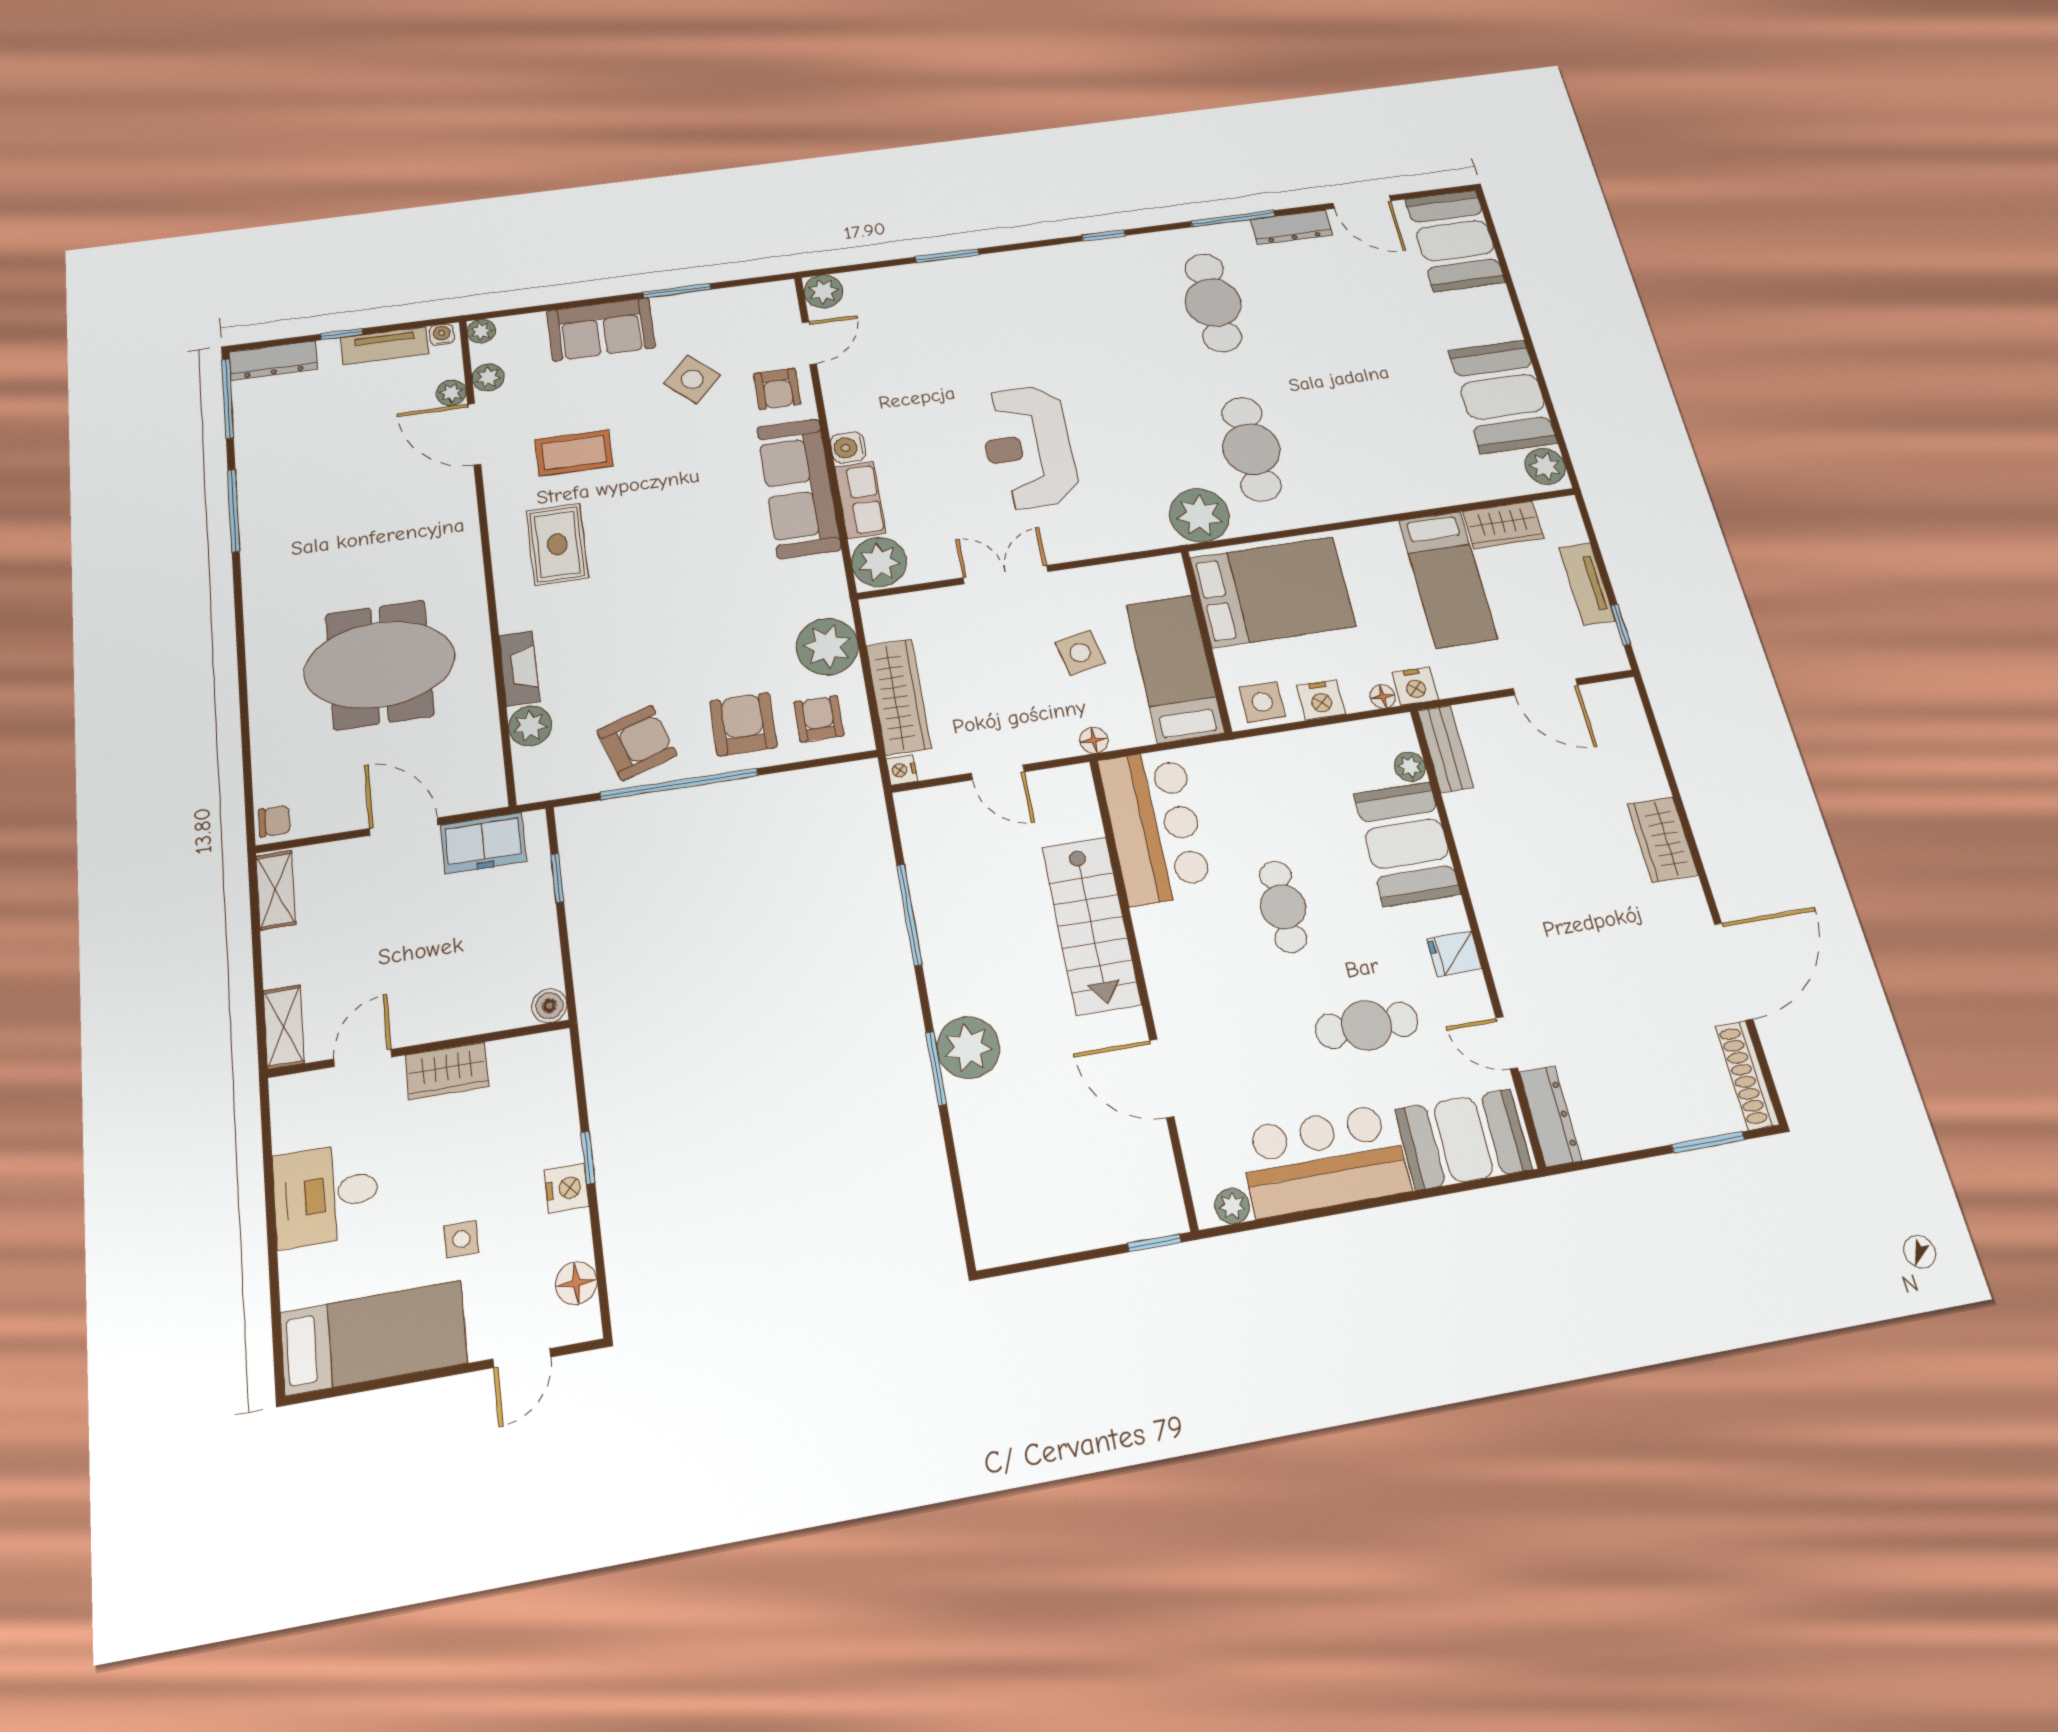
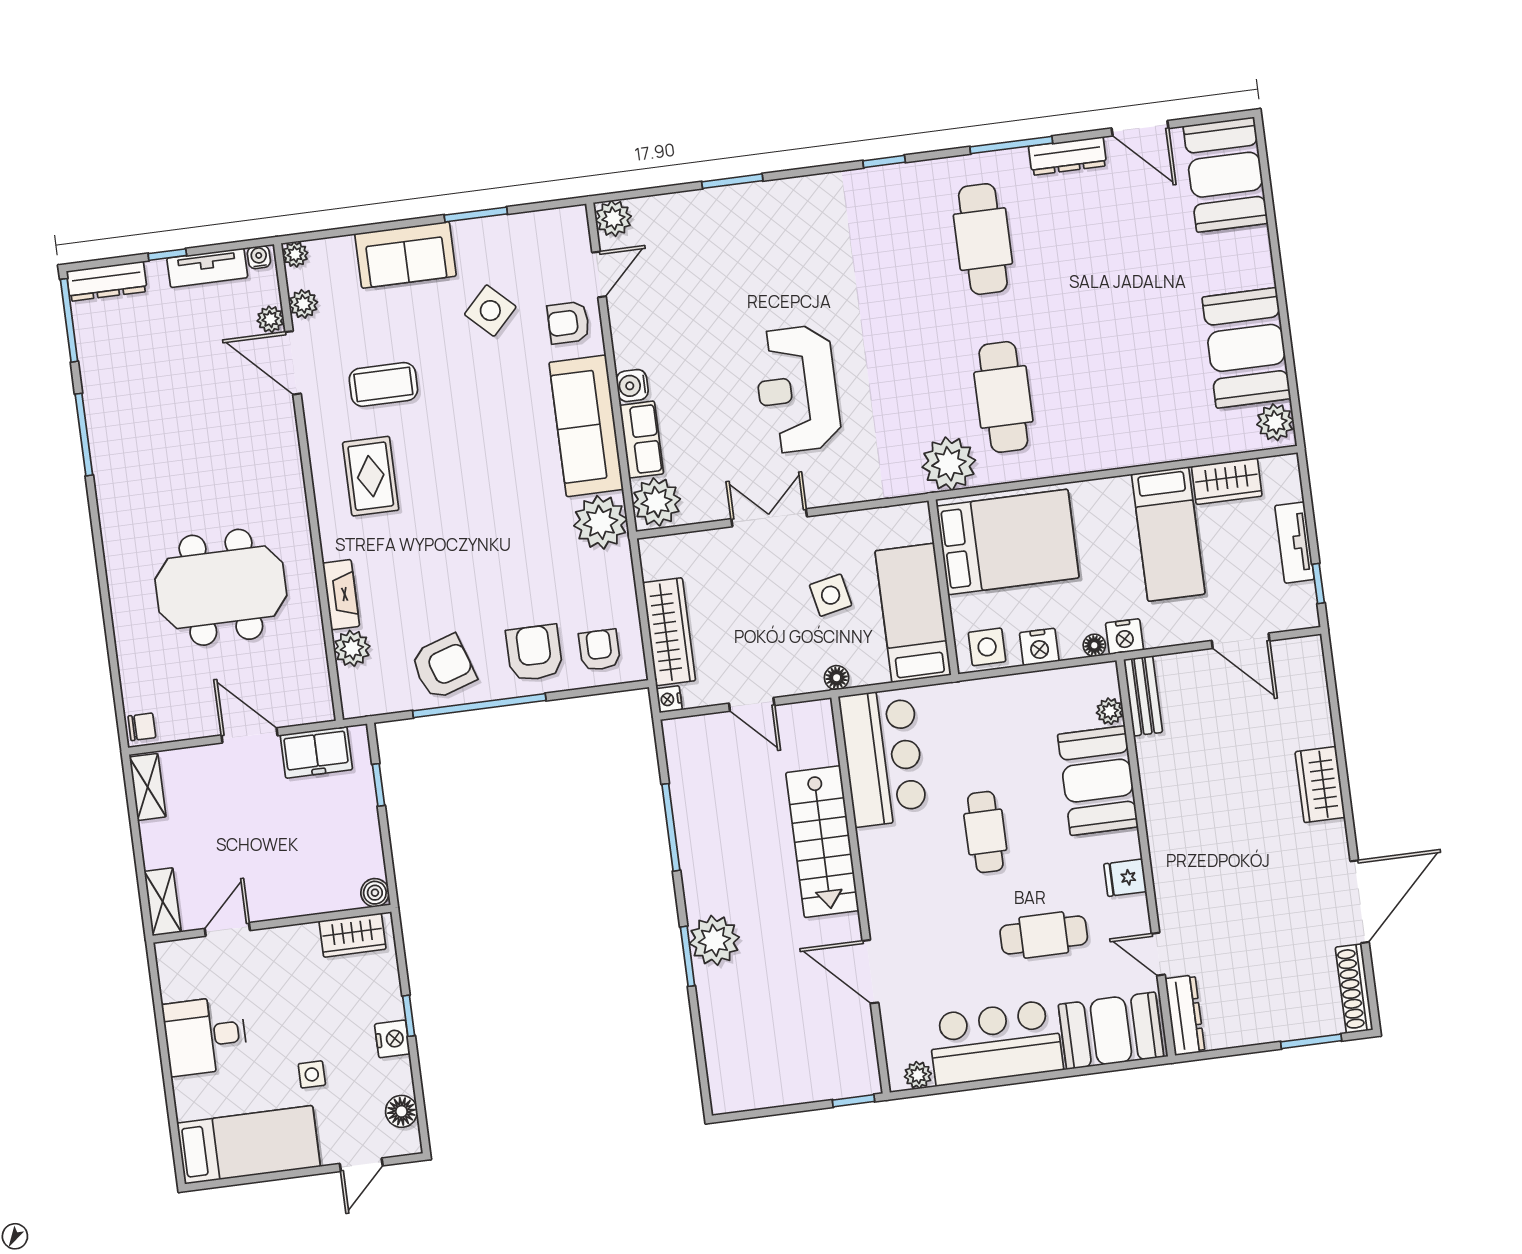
armchair: (777, 389) -> (568, 323), turned 90
plant: (827, 647) -> (601, 522), moved
wardrobe: (447, 1071) -> (352, 935), moved

